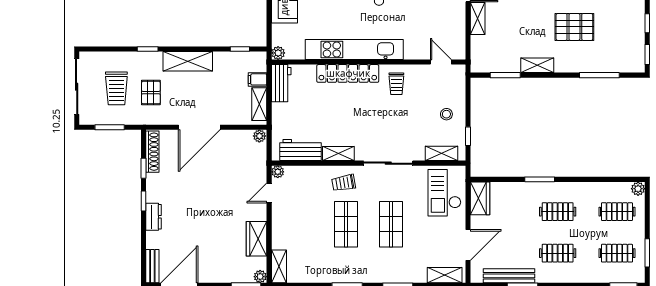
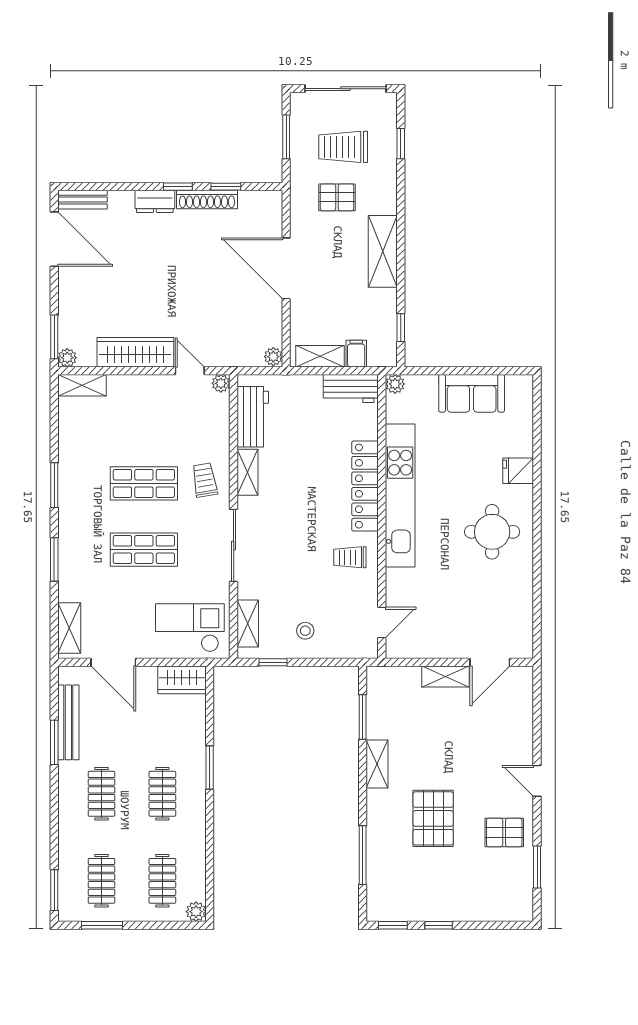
window: (148, 49) -> (401, 144), moved
shoe rack: (152, 152) -> (207, 200), moved
wardrobe: (257, 239) -> (135, 352), width x1.50

